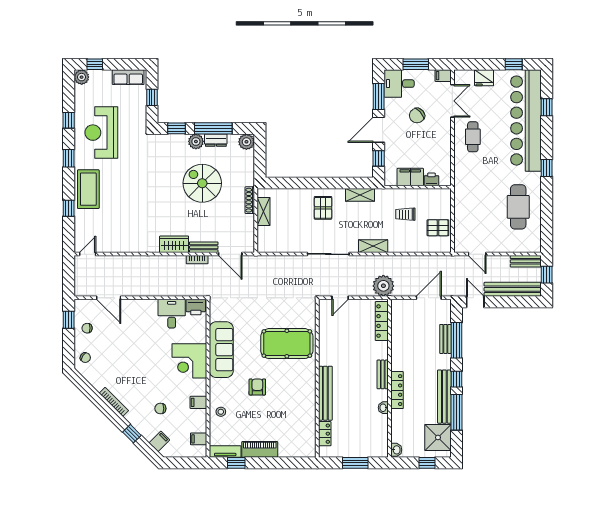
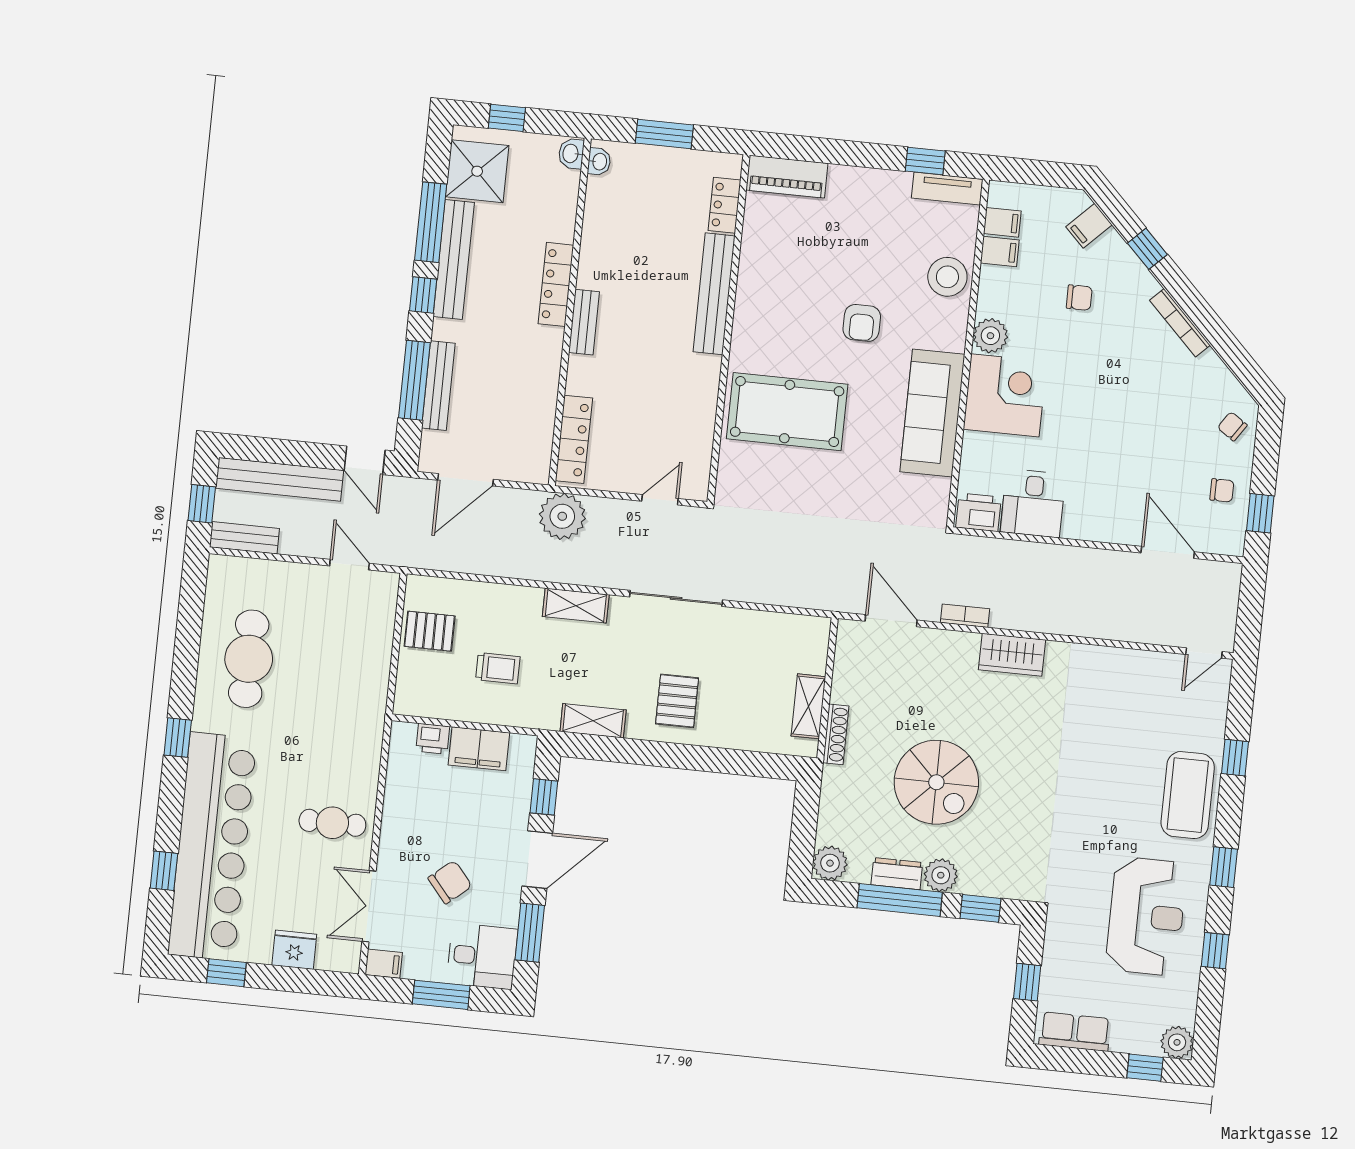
cafe table: (473, 137) -> (332, 823), turned 90
bench: (204, 247) -> (947, 641), removed
bench: (445, 339) -> (438, 386), width x1.36
plant: (199, 387) -> (990, 336), added
filing cabinet: (198, 402) -> (1000, 251), moved
washbasin: (383, 408) -> (599, 162), moved
stool: (221, 412) -> (947, 277), width x1.89, depth x1.89
piano: (260, 449) -> (787, 177), moved

